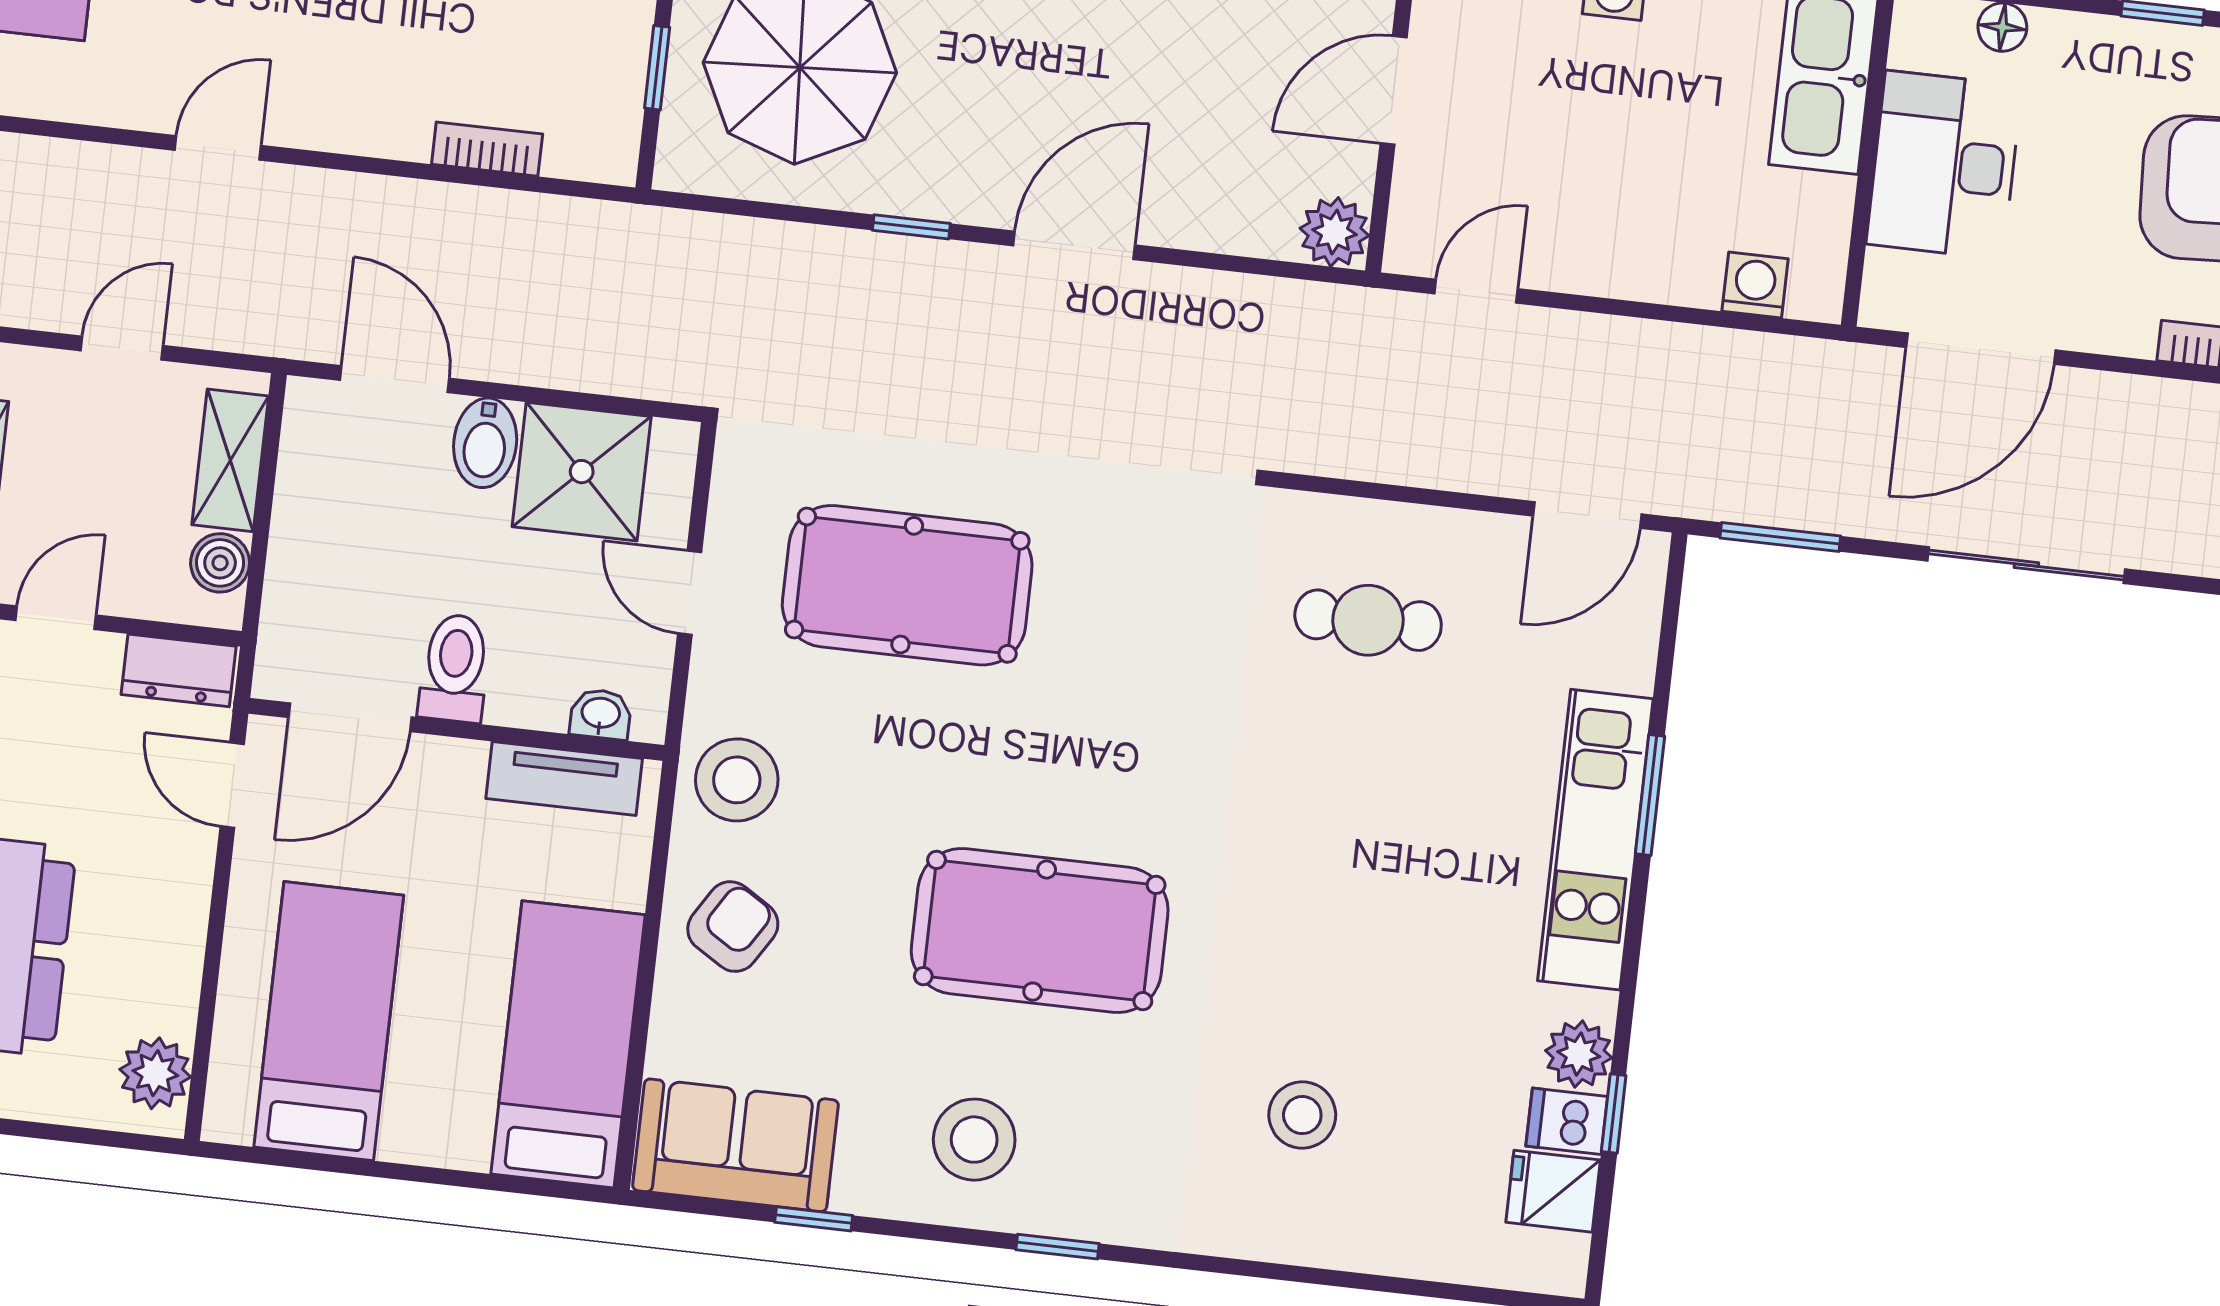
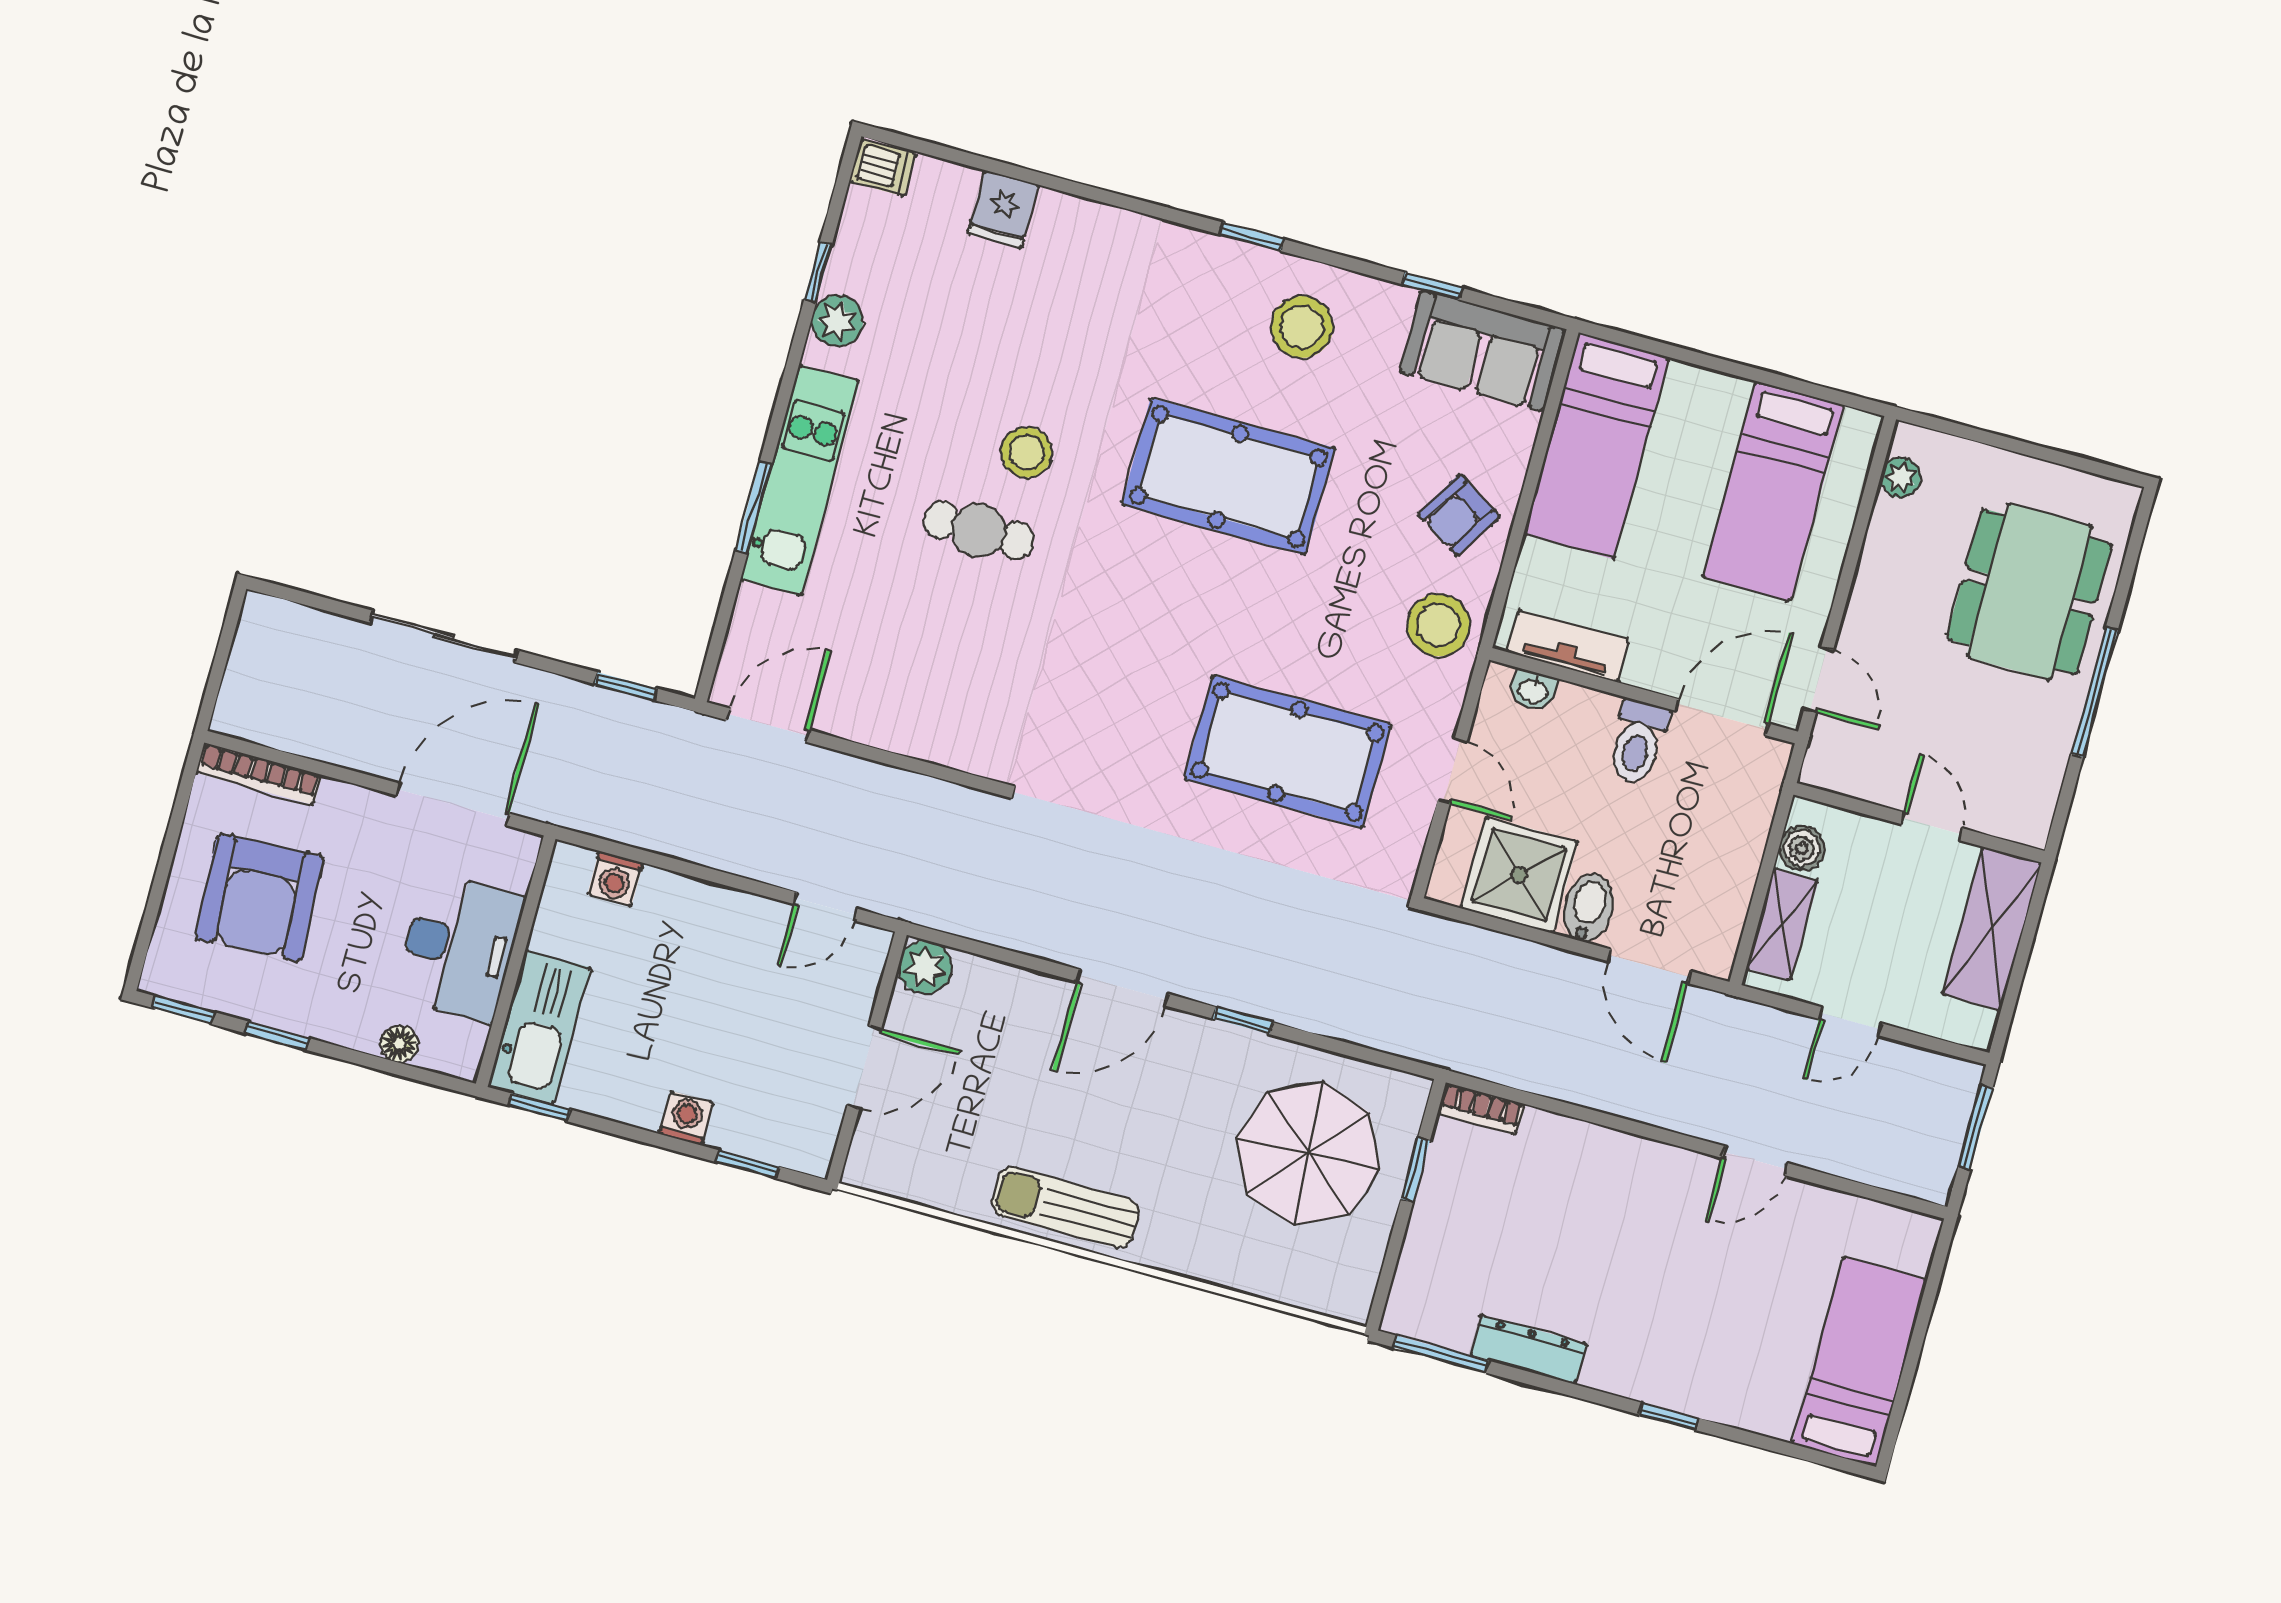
bookcase: (487, 149) -> (1481, 1109), moved
window: (1780, 537) -> (626, 686), width x0.67
door: (56, 618) -> (1932, 826), swing flipped
cafe table: (1368, 620) -> (979, 530), moved
dresser: (179, 670) -> (1845, 772), removed
plant: (155, 1073) -> (1901, 477), width x0.73, depth x0.73
stool: (1302, 1115) -> (1027, 452), moved
dishwasher: (1567, 1121) -> (883, 167), moved
fridge: (1553, 1191) -> (1003, 209), moved, turned 90

